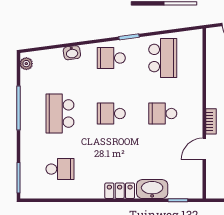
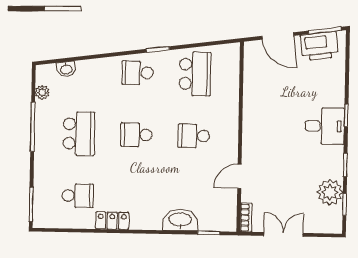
washbasin: (72, 53) -> (66, 69), moved
plant: (26, 64) -> (42, 92), moved
school desk: (60, 114) -> (79, 134), turned 180
bookcase: (211, 121) -> (246, 218), moved
locker: (120, 191) -> (112, 221), moved

